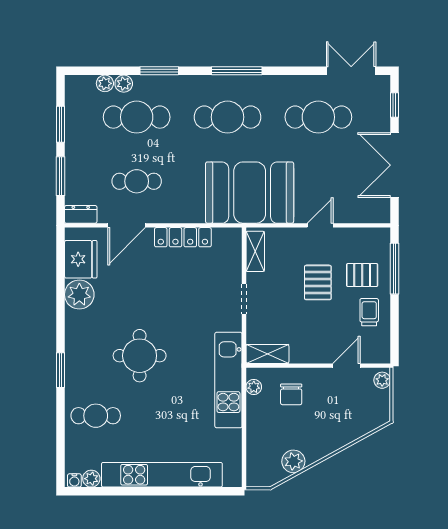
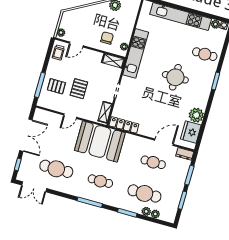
cafe table: (227, 117) -> (100, 181), width x0.73, depth x0.74
locker: (183, 237) -> (124, 125), moved
trolley: (369, 312) -> (58, 52), moved

